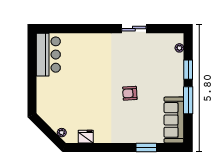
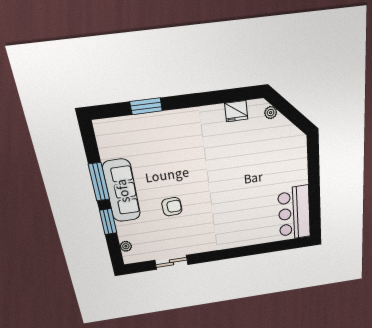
sliding door: (134, 29) -> (172, 262), moved
armchair: (130, 93) -> (172, 207), moved
sofa: (174, 120) -> (122, 191), moved

